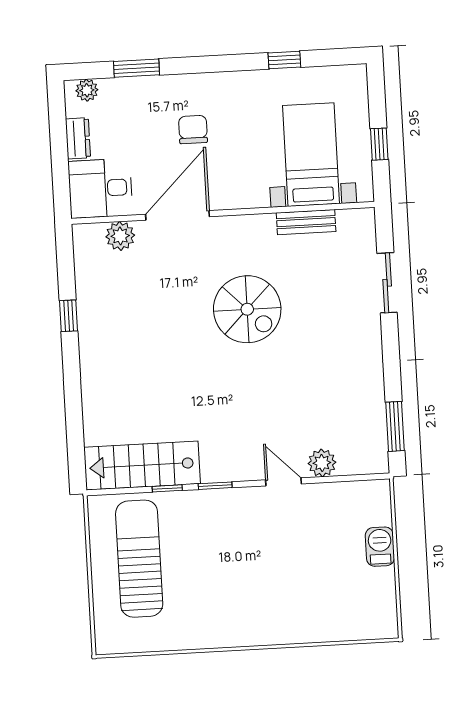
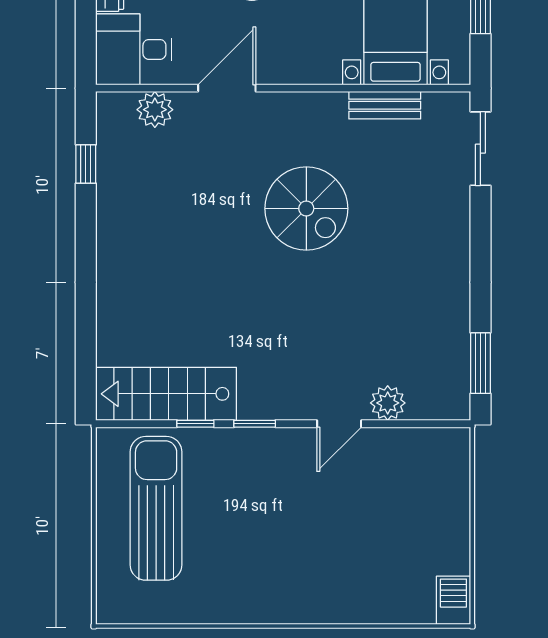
door: (178, 215) -> (227, 88), width x0.73
sliding door: (387, 283) -> (480, 149), moved
window: (68, 316) -> (86, 164), moved
door: (283, 482) -> (339, 424), swing flipped
barbecue: (380, 547) -> (453, 600), moved

